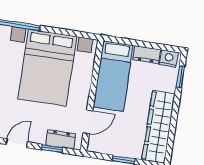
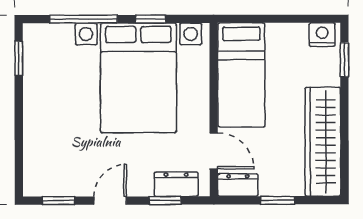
window: (61, 31) -> (151, 19), added
dresser: (146, 55) -> (238, 185), moved, turned 180
door: (88, 122) -> (214, 151), hinge flipped

